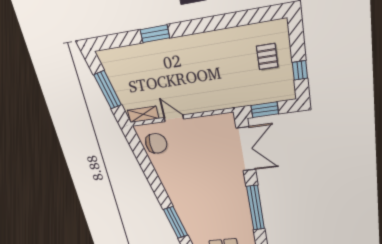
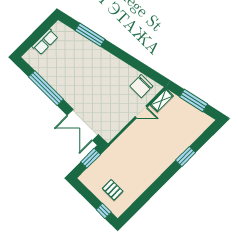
window: (300, 70) -> (104, 211), moved

